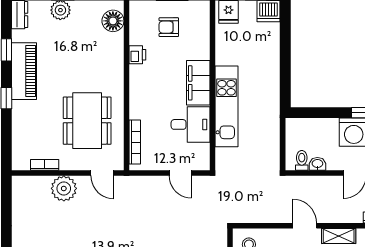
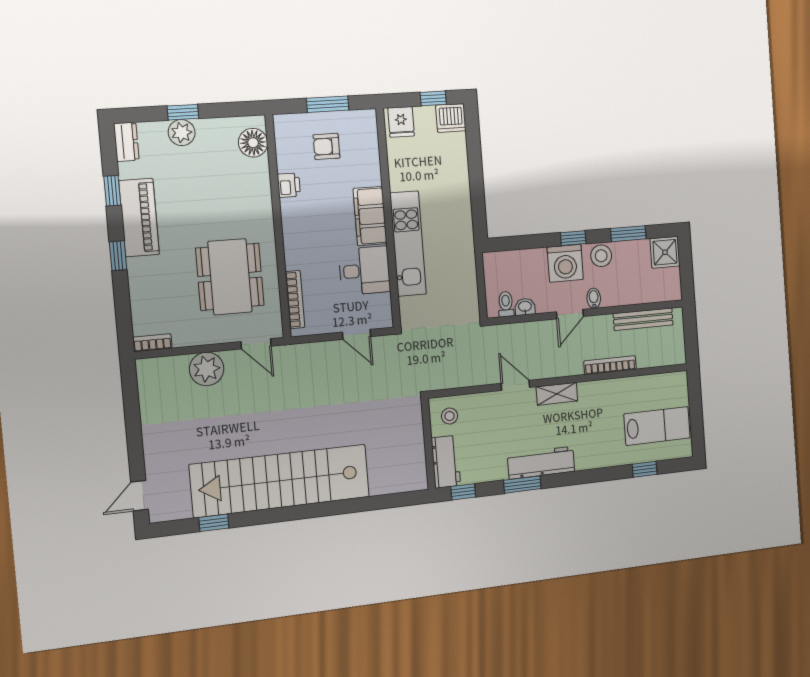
bookcase: (45, 165) -> (152, 343), moved

